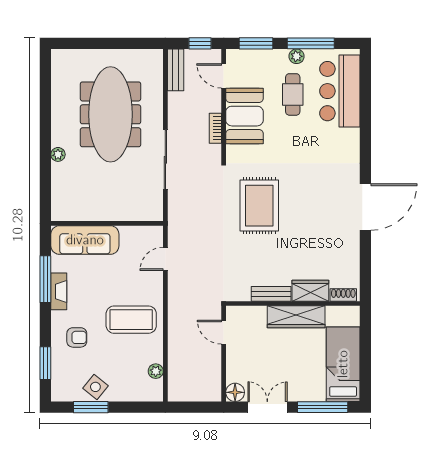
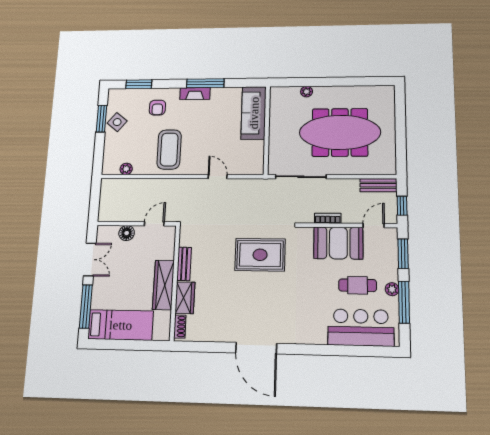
wall: (107, 223) -> (267, 130), moved
sofa: (85, 240) -> (254, 113), moved
floor lamp: (235, 392) -> (127, 233), moved

